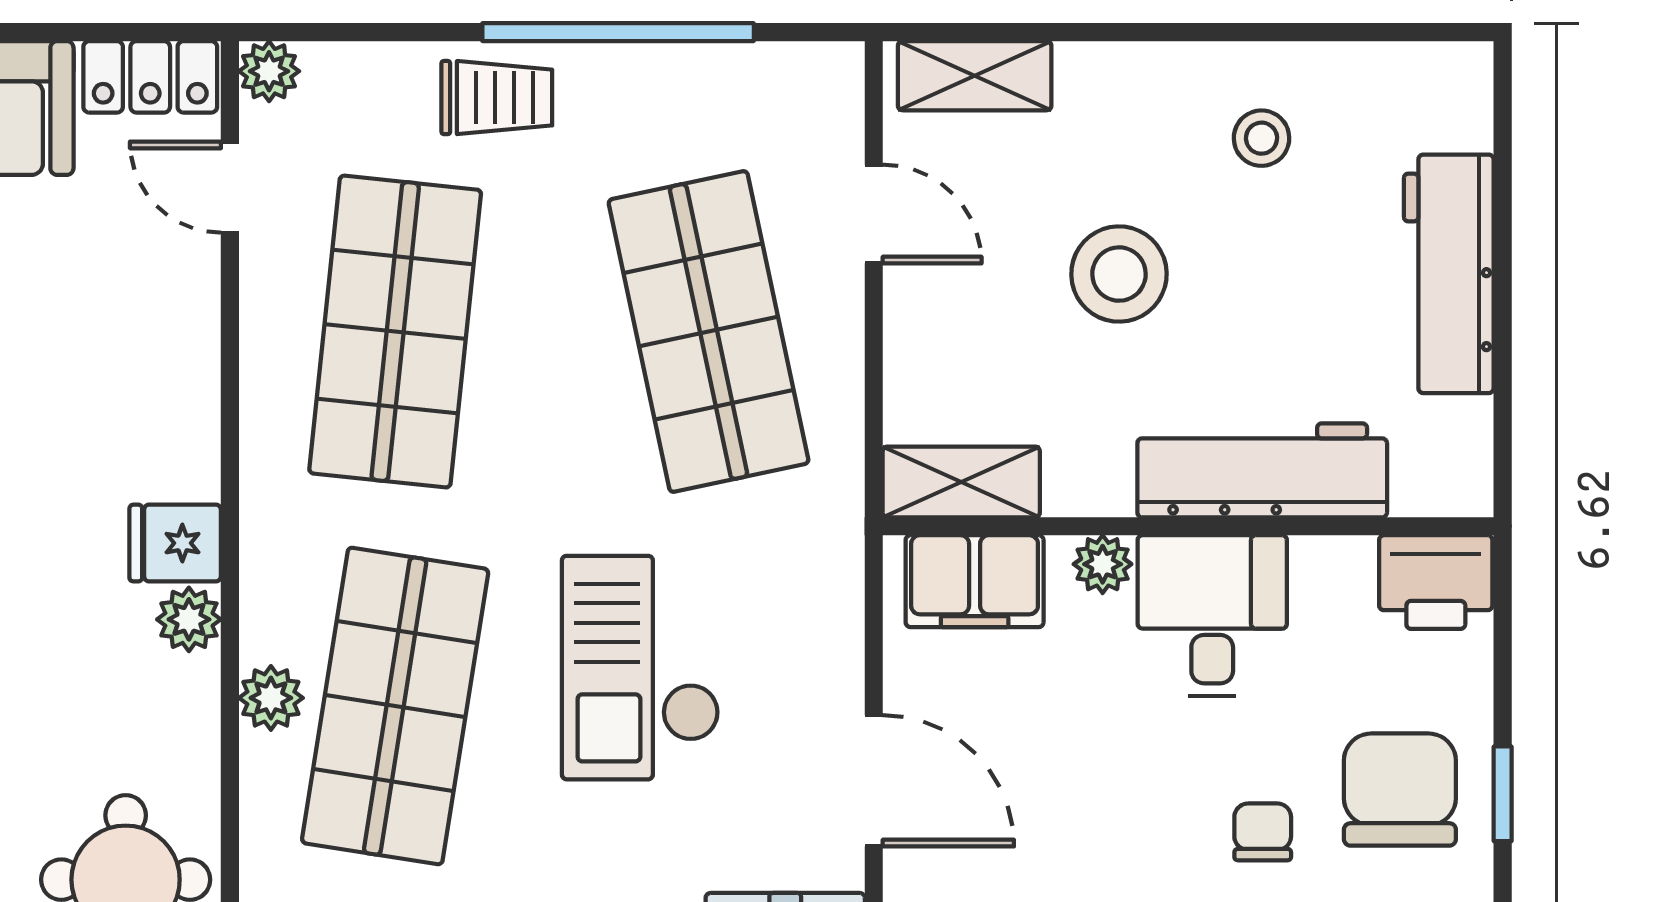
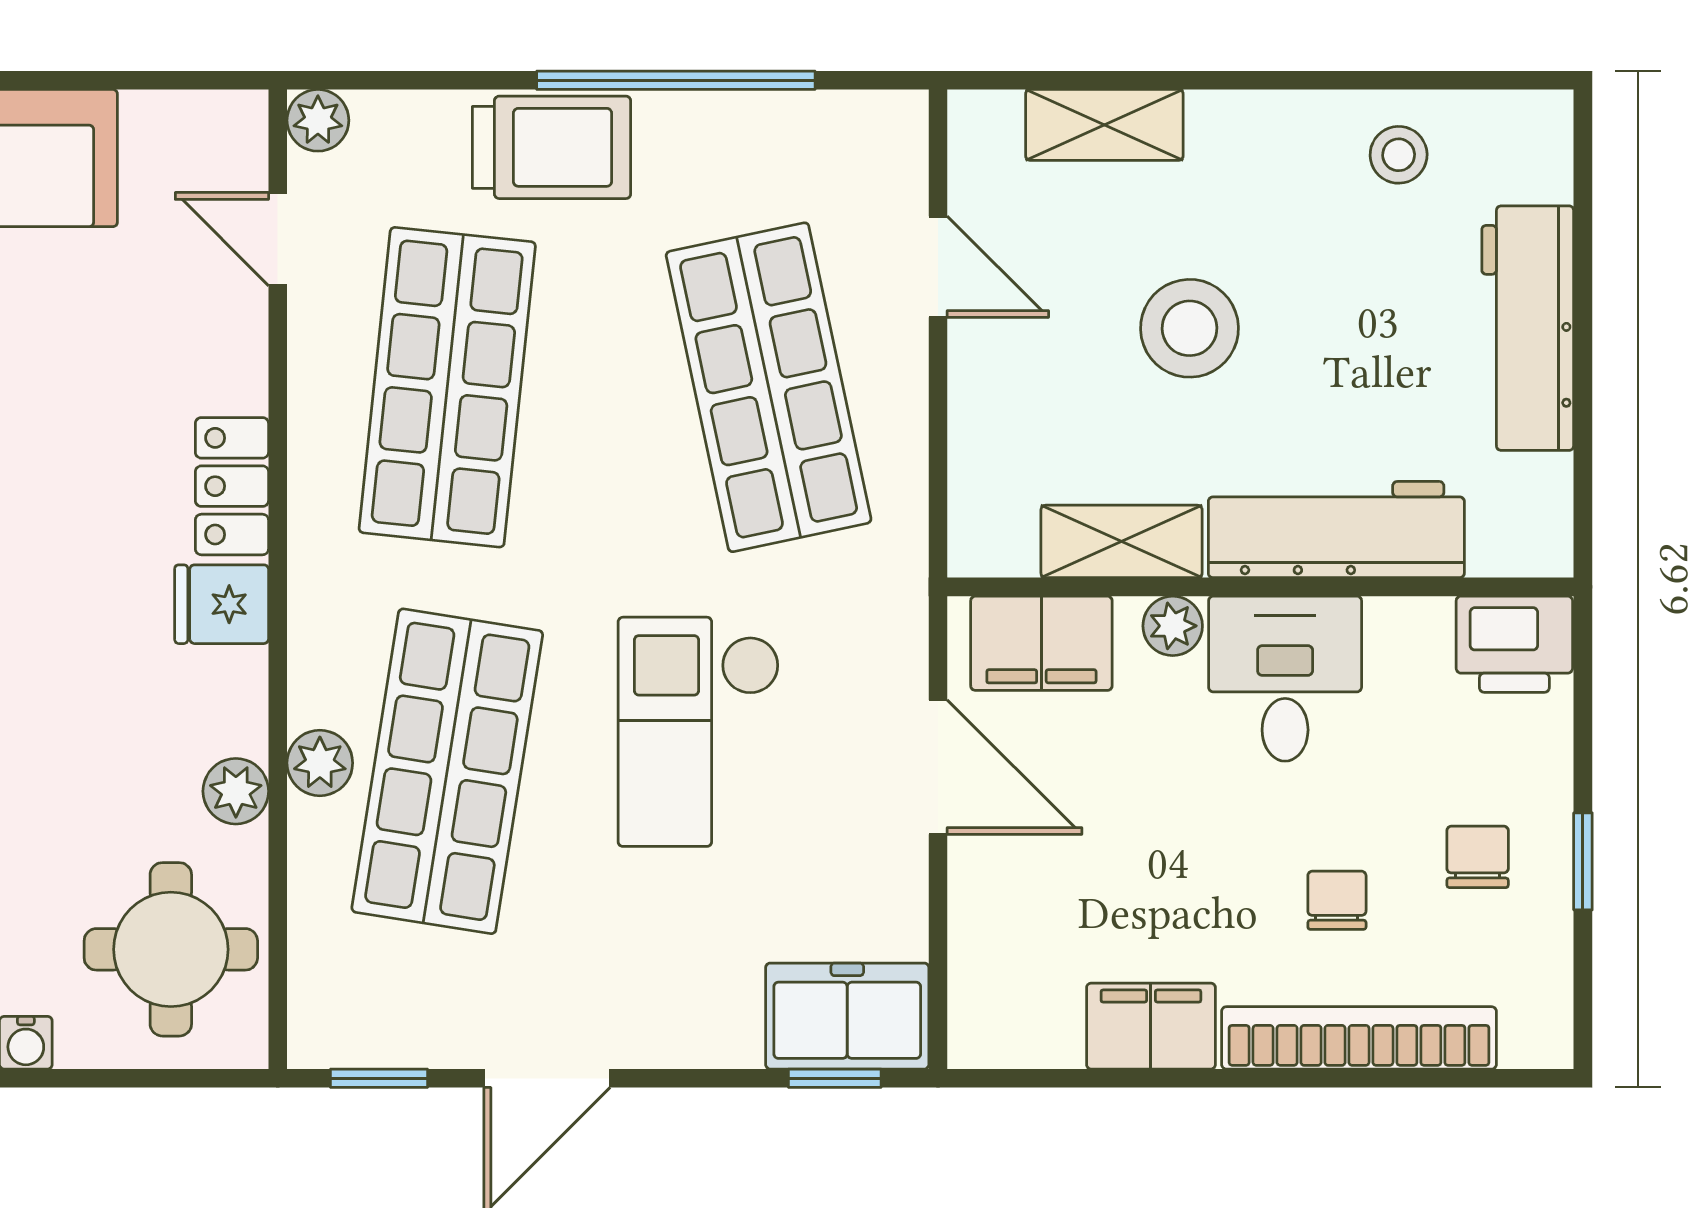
shelving: (975, 76) -> (1104, 125), moved
locker: (150, 77) -> (232, 486), moved, turned 90
trolley: (497, 98) -> (551, 147), width x1.36, depth x1.39
stool: (1262, 138) -> (1399, 155), moved
shelving: (961, 482) -> (1122, 541), moved
plant: (189, 619) -> (236, 791), moved
door: (874, 781) -> (938, 767), moved
chair: (1400, 790) -> (1478, 857), width x0.54, depth x0.54

